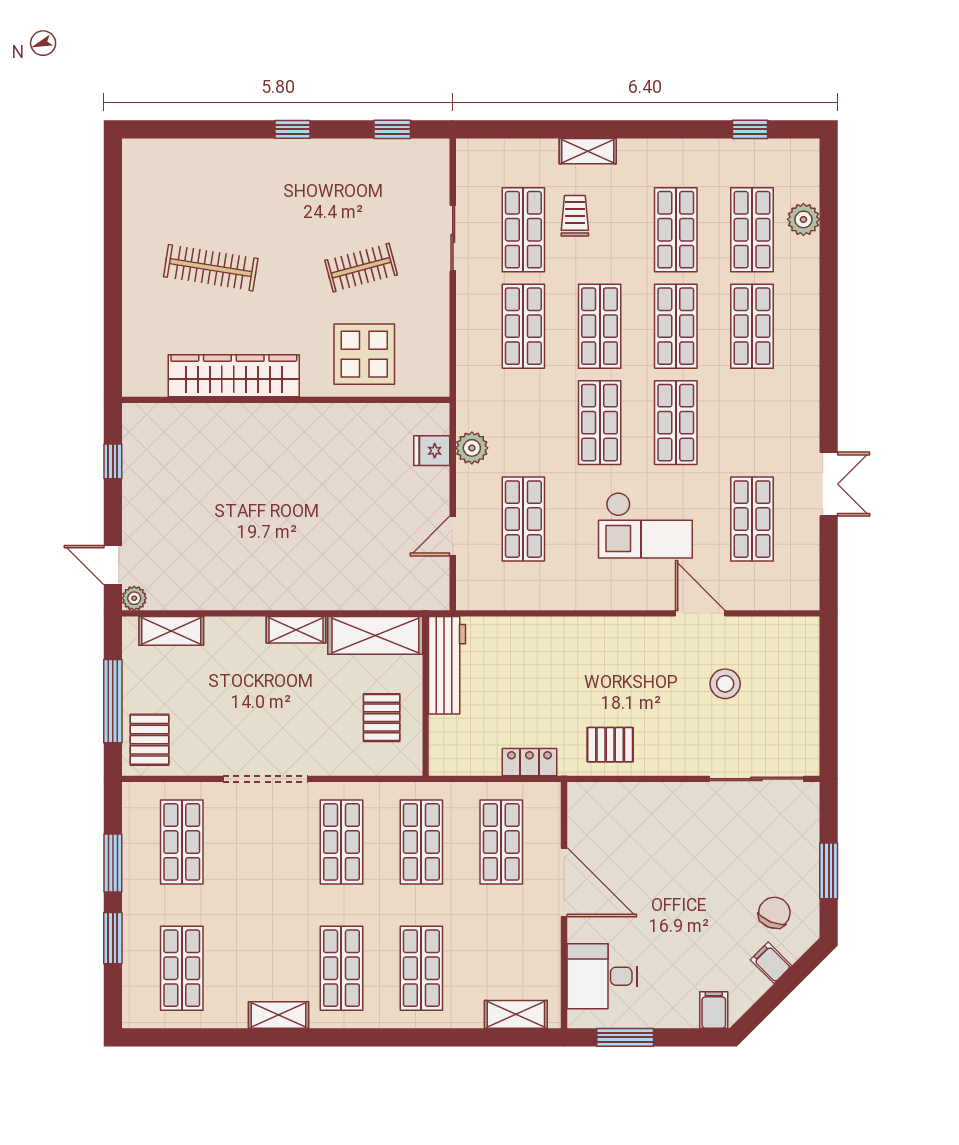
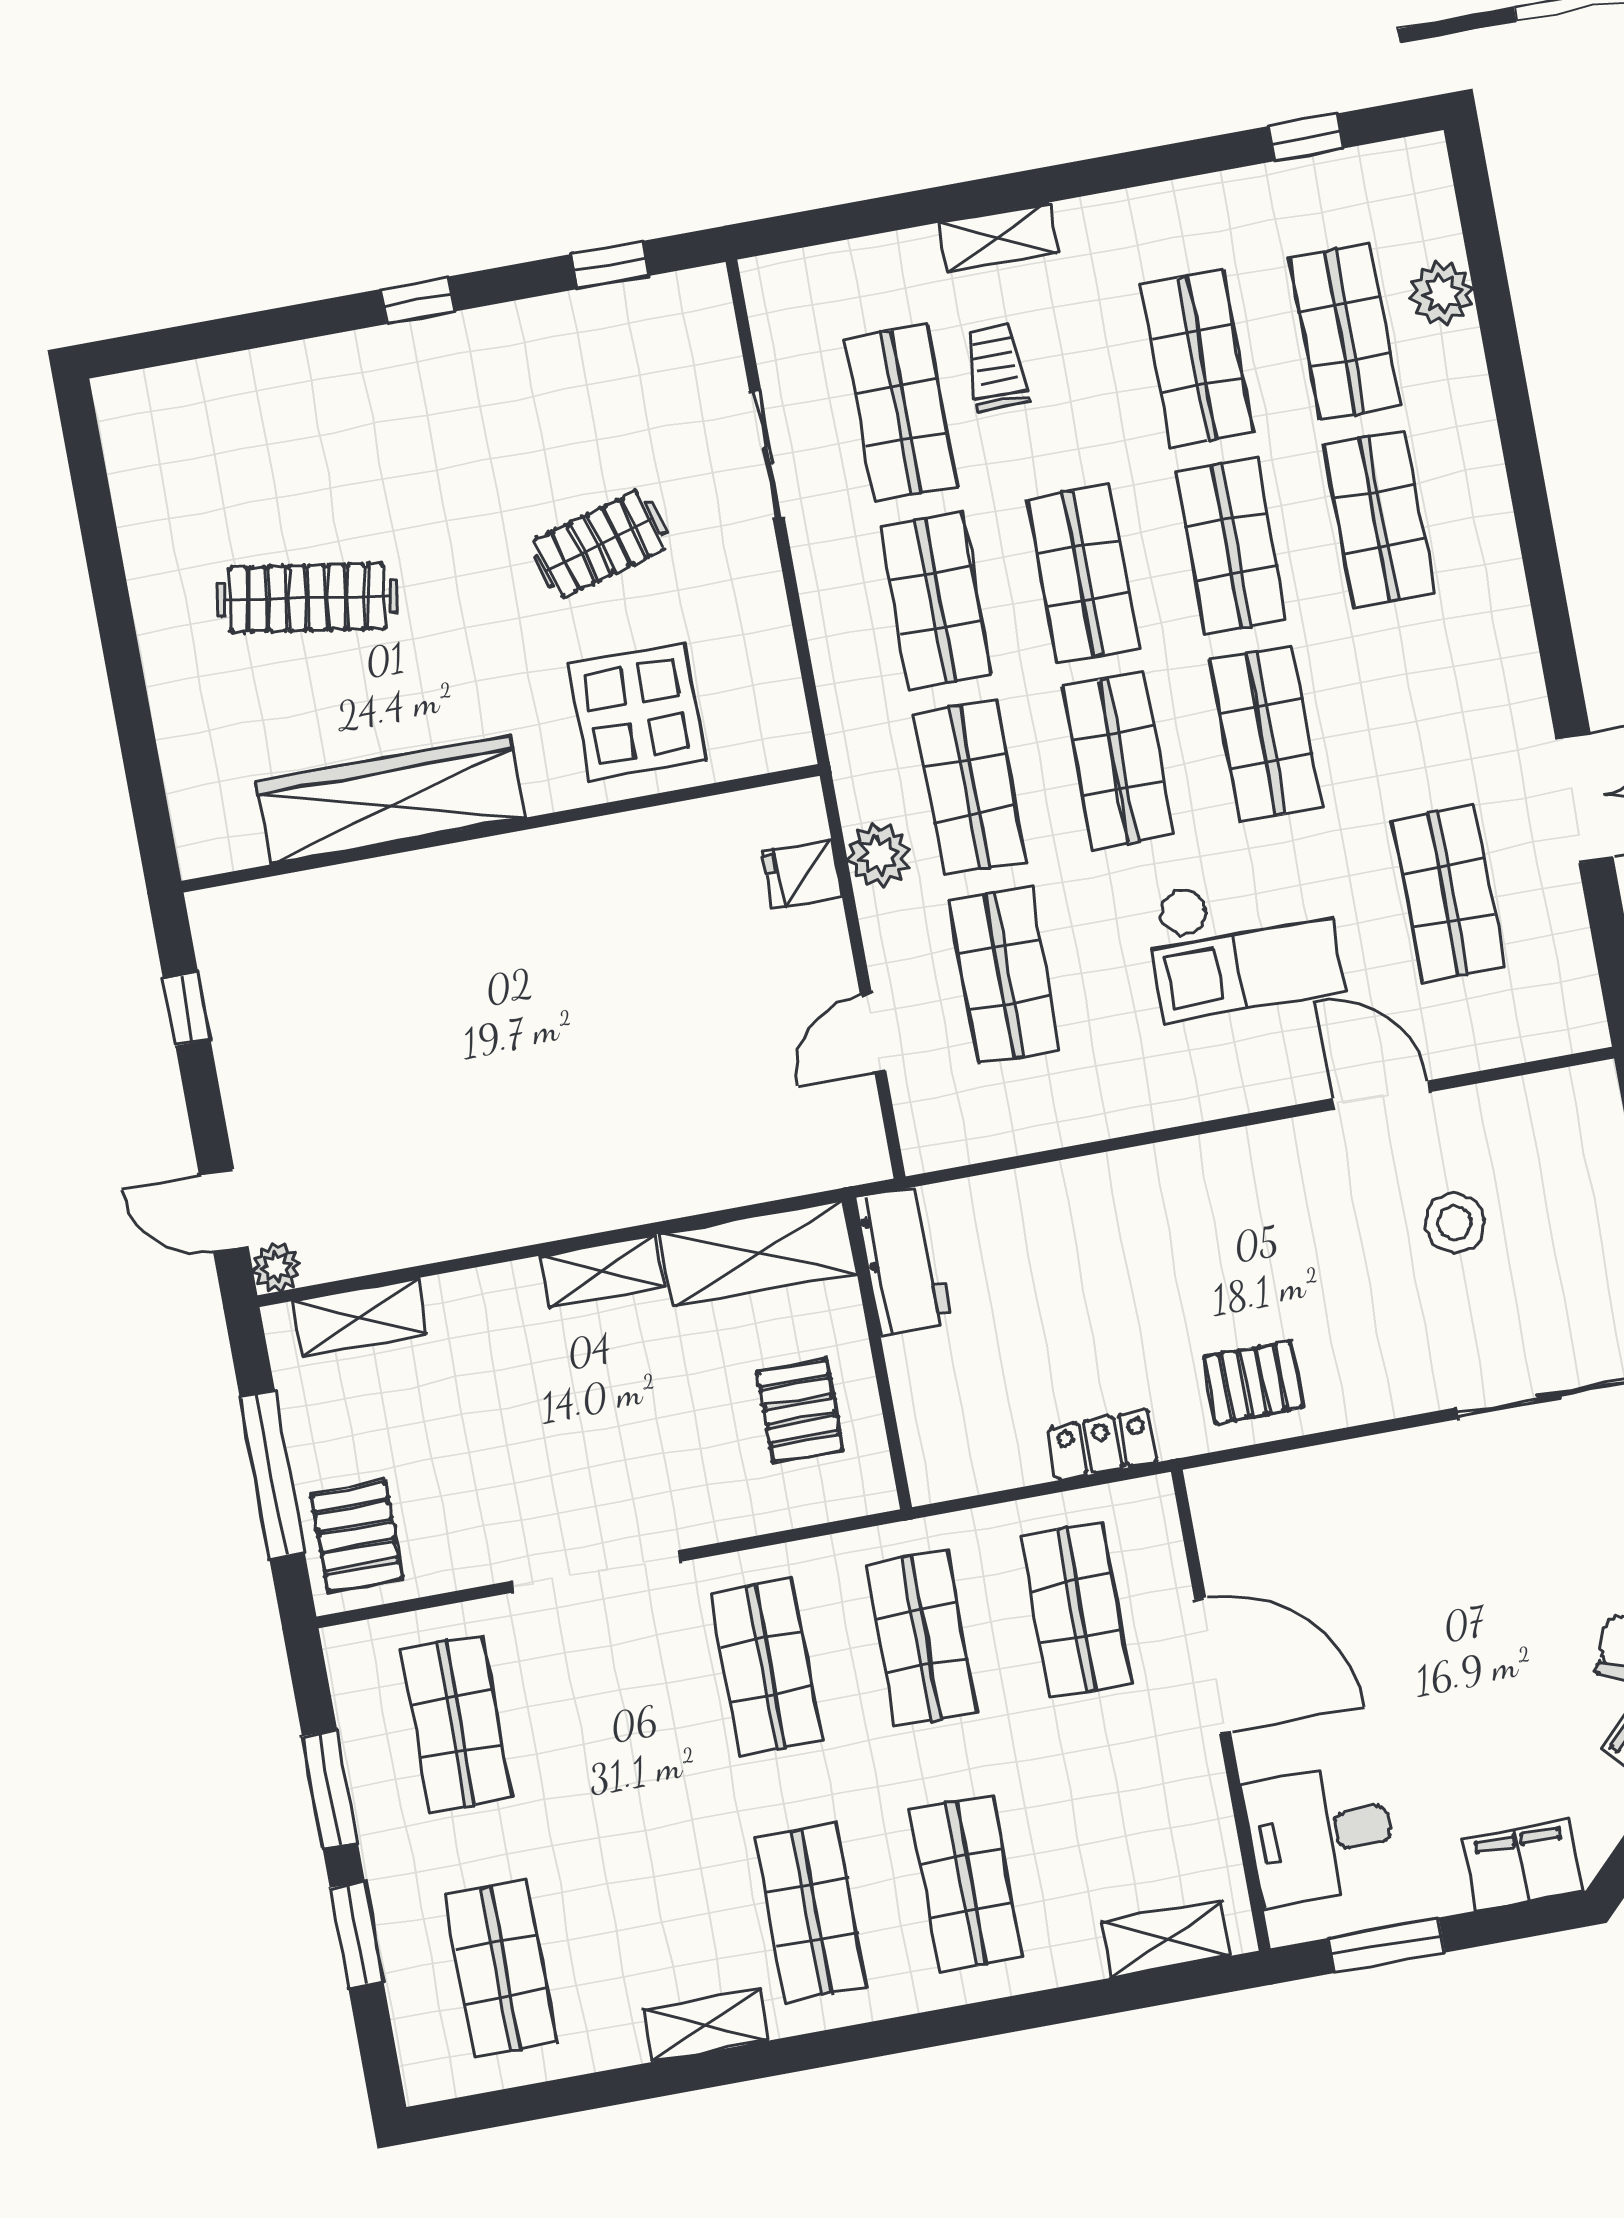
shop shelf: (523, 423) -> (970, 788), added
workbench: (447, 665) -> (903, 1260), width x0.73
filing cabinet: (714, 1010) -> (1522, 1865), width x2.00

